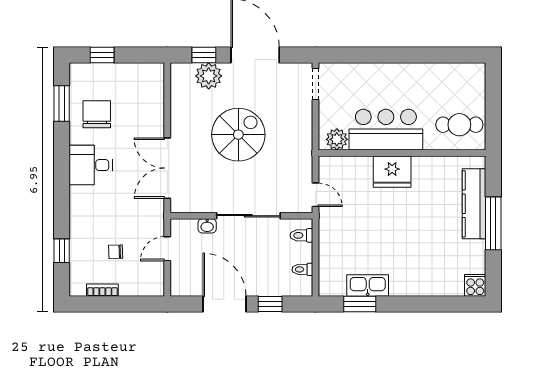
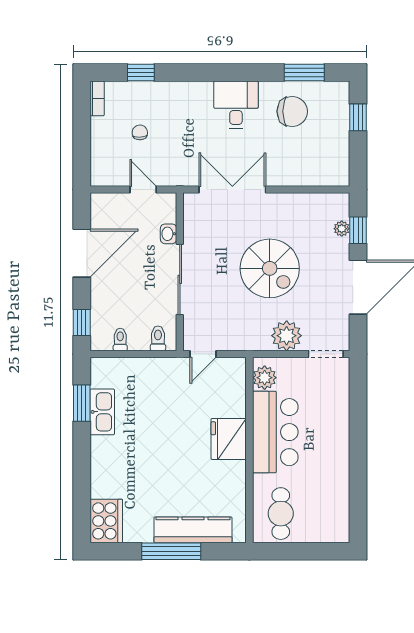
plant: (209, 76) -> (342, 229), width x0.53, depth x0.53
plant: (299, 119) -> (287, 336), added
cooker: (475, 285) -> (106, 521), width x1.87, depth x1.31
bookcase: (102, 290) -> (97, 98), moved
window: (270, 304) -> (82, 322), moved

